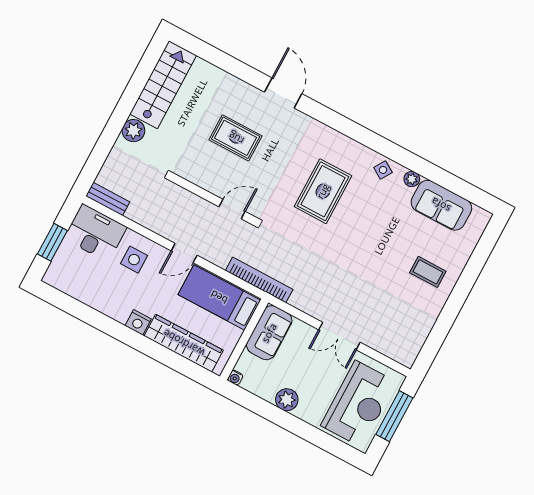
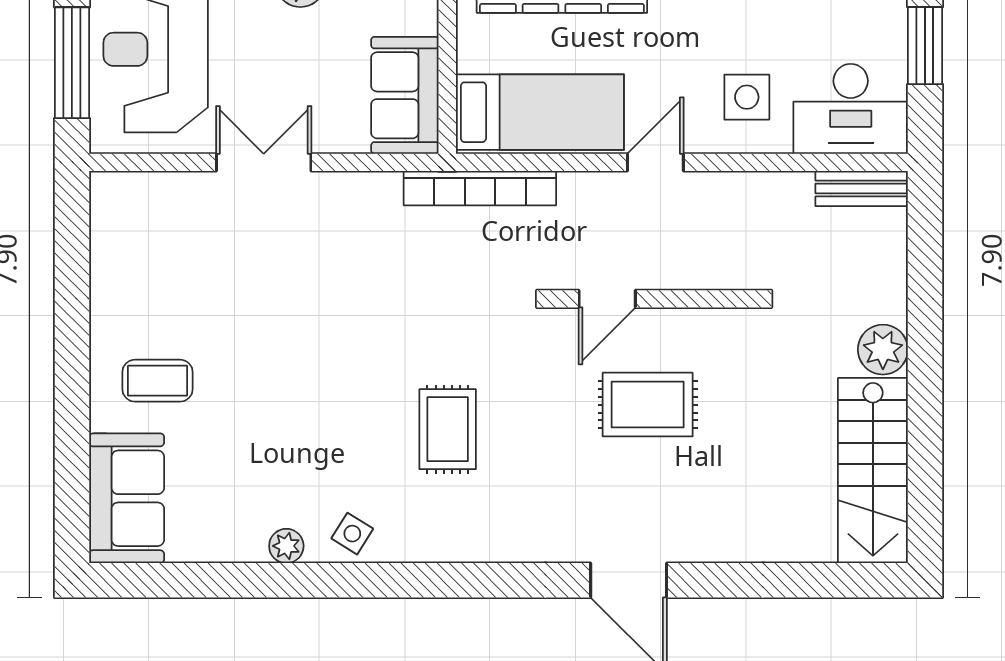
rug: (236, 138) -> (648, 405), moved
rug: (323, 191) -> (448, 429), width x0.73, depth x0.70
sofa: (441, 205) -> (127, 498), moved, turned 90

